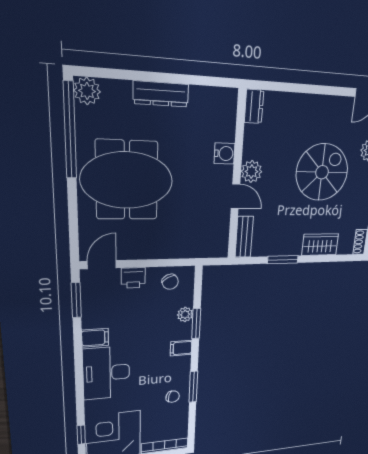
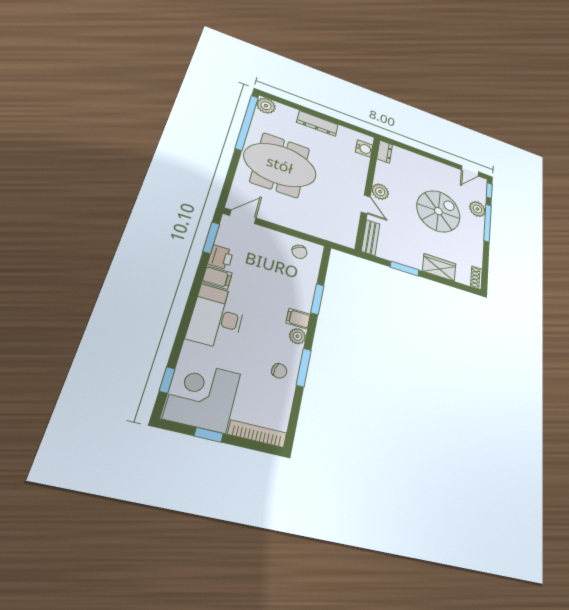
water cooler: (225, 153) -> (364, 149), moved
printer: (133, 278) -> (221, 257), moved, turned -90
plant: (185, 314) -> (297, 336), moved

